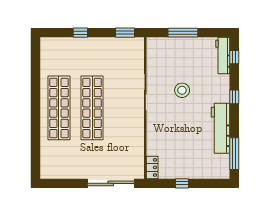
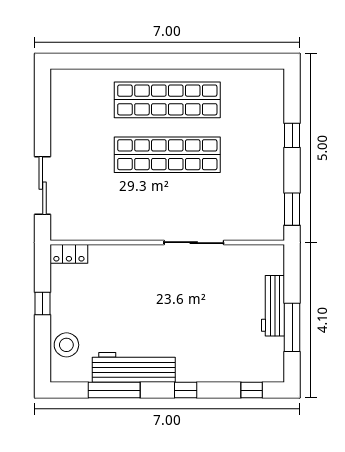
window: (183, 33) -> (292, 327), moved
workbench: (223, 56) -> (273, 306), moved, turned -90
stool: (182, 90) -> (66, 345), moved
window: (234, 154) -> (114, 390), moved
sliding door: (111, 183) -> (43, 186), width x0.73

